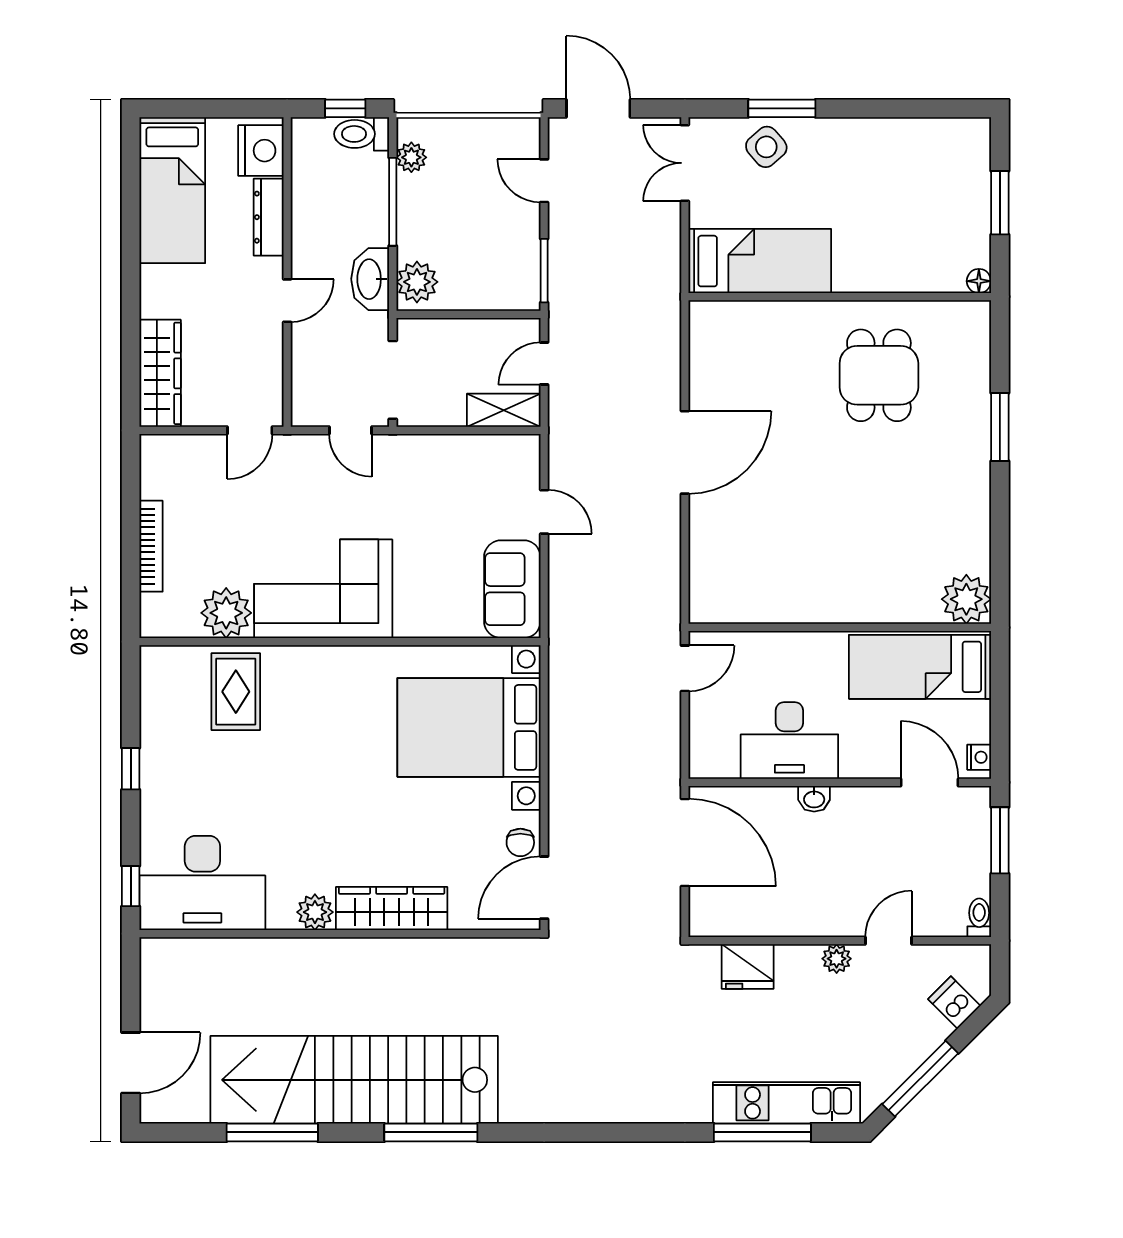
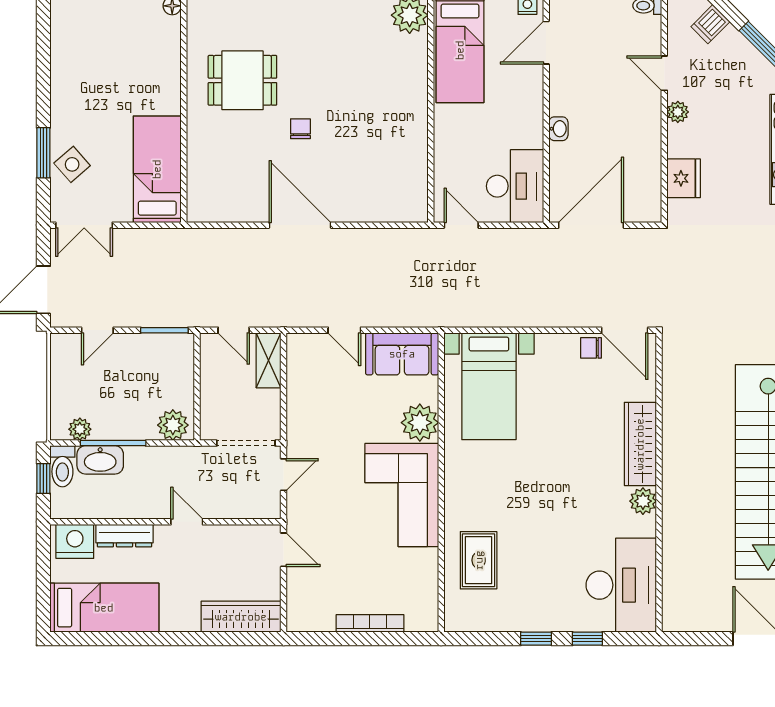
washbasin: (370, 279) -> (100, 460), moved
chair: (814, 453) -> (300, 129), added
door: (544, 512) -> (344, 330), swing flipped
plant: (226, 613) -> (420, 423), moved
rug: (236, 692) -> (479, 560), turned 90
bed with nightstands: (469, 727) -> (489, 386), width x0.73
desk: (789, 740) -> (515, 186), moved
chair: (520, 842) -> (591, 348), turned 180
window: (131, 886) -> (587, 639), moved

